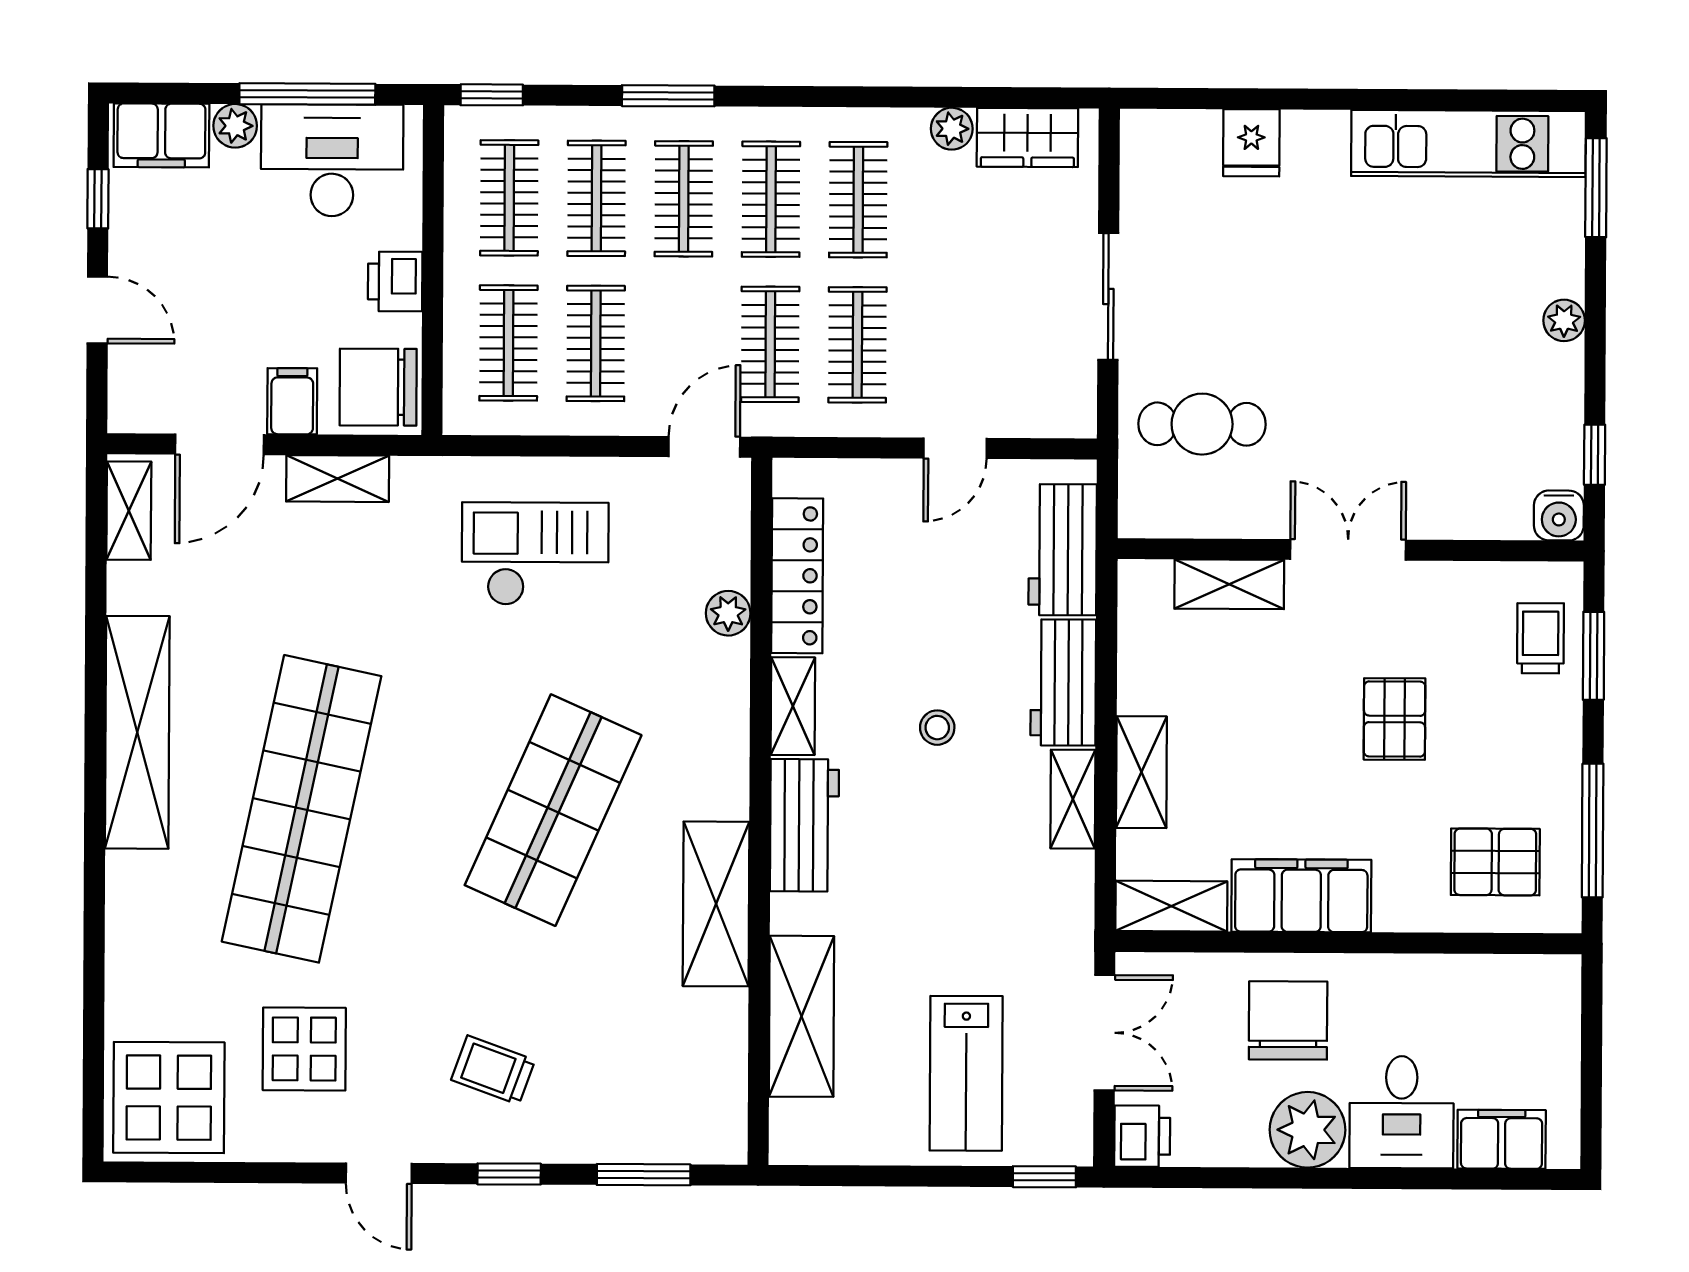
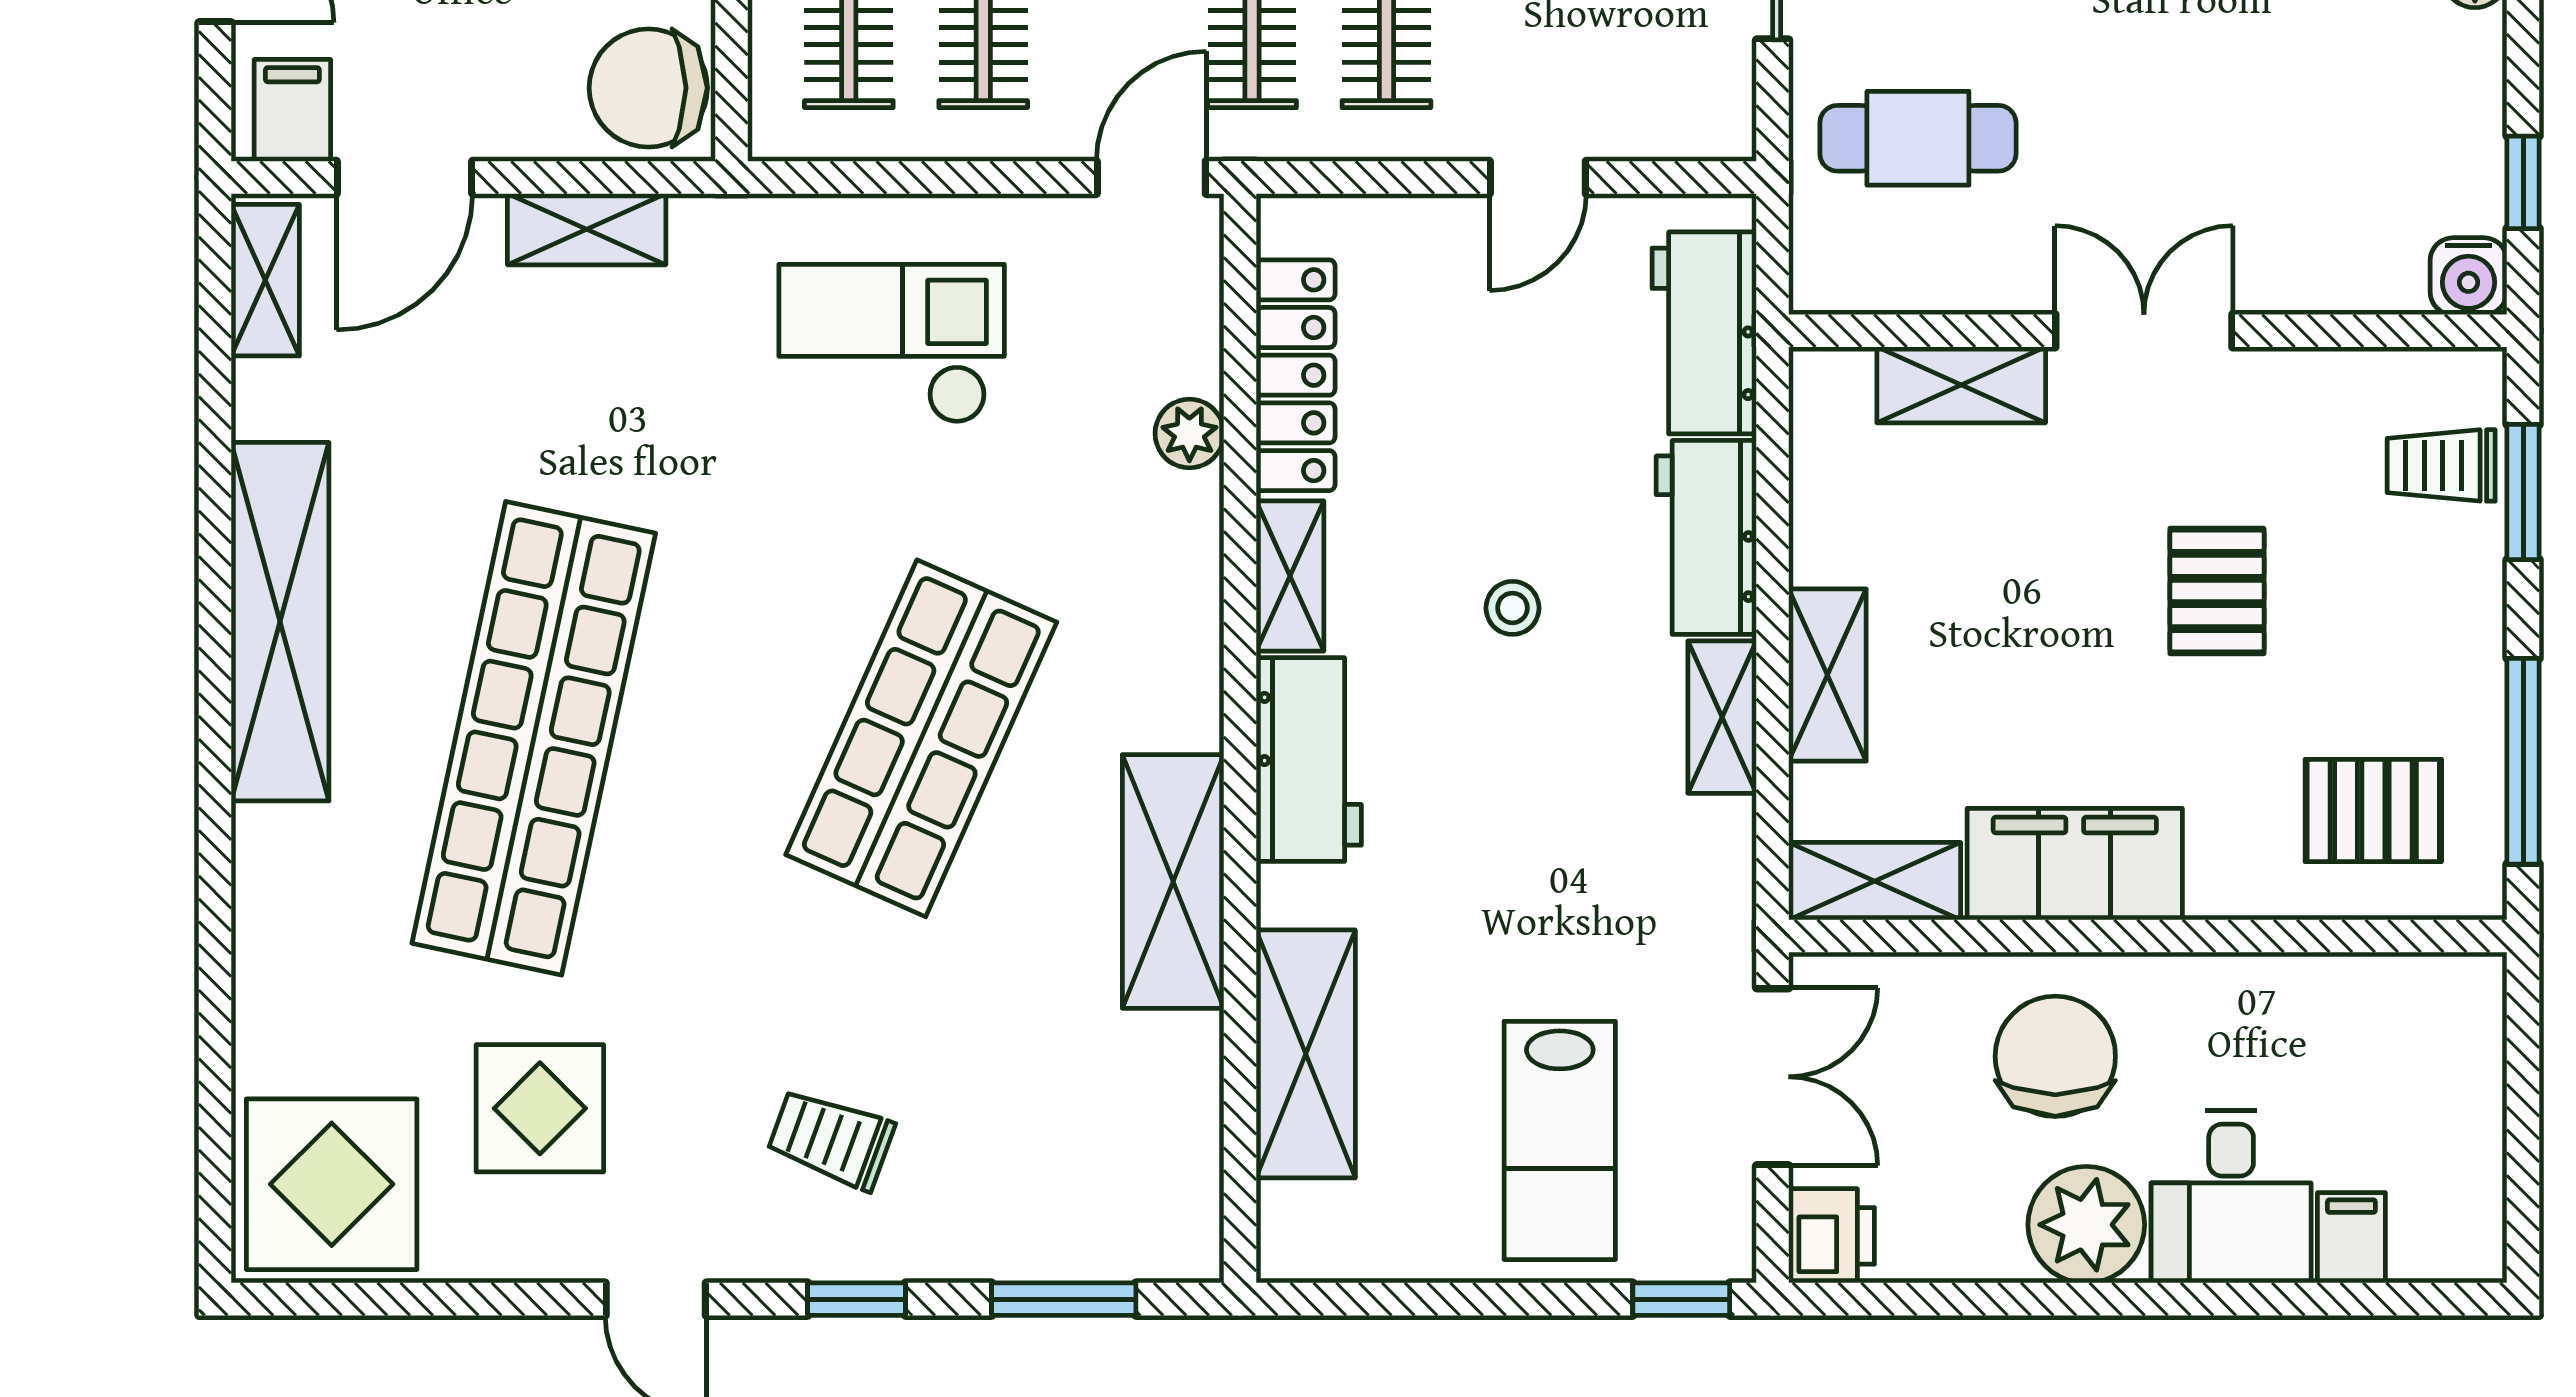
filing cabinet: (292, 401) -> (292, 110), moved
trolley: (1541, 638) -> (2441, 465), turned -90
filing cabinet: (1502, 1139) -> (2351, 1238), width x0.50

